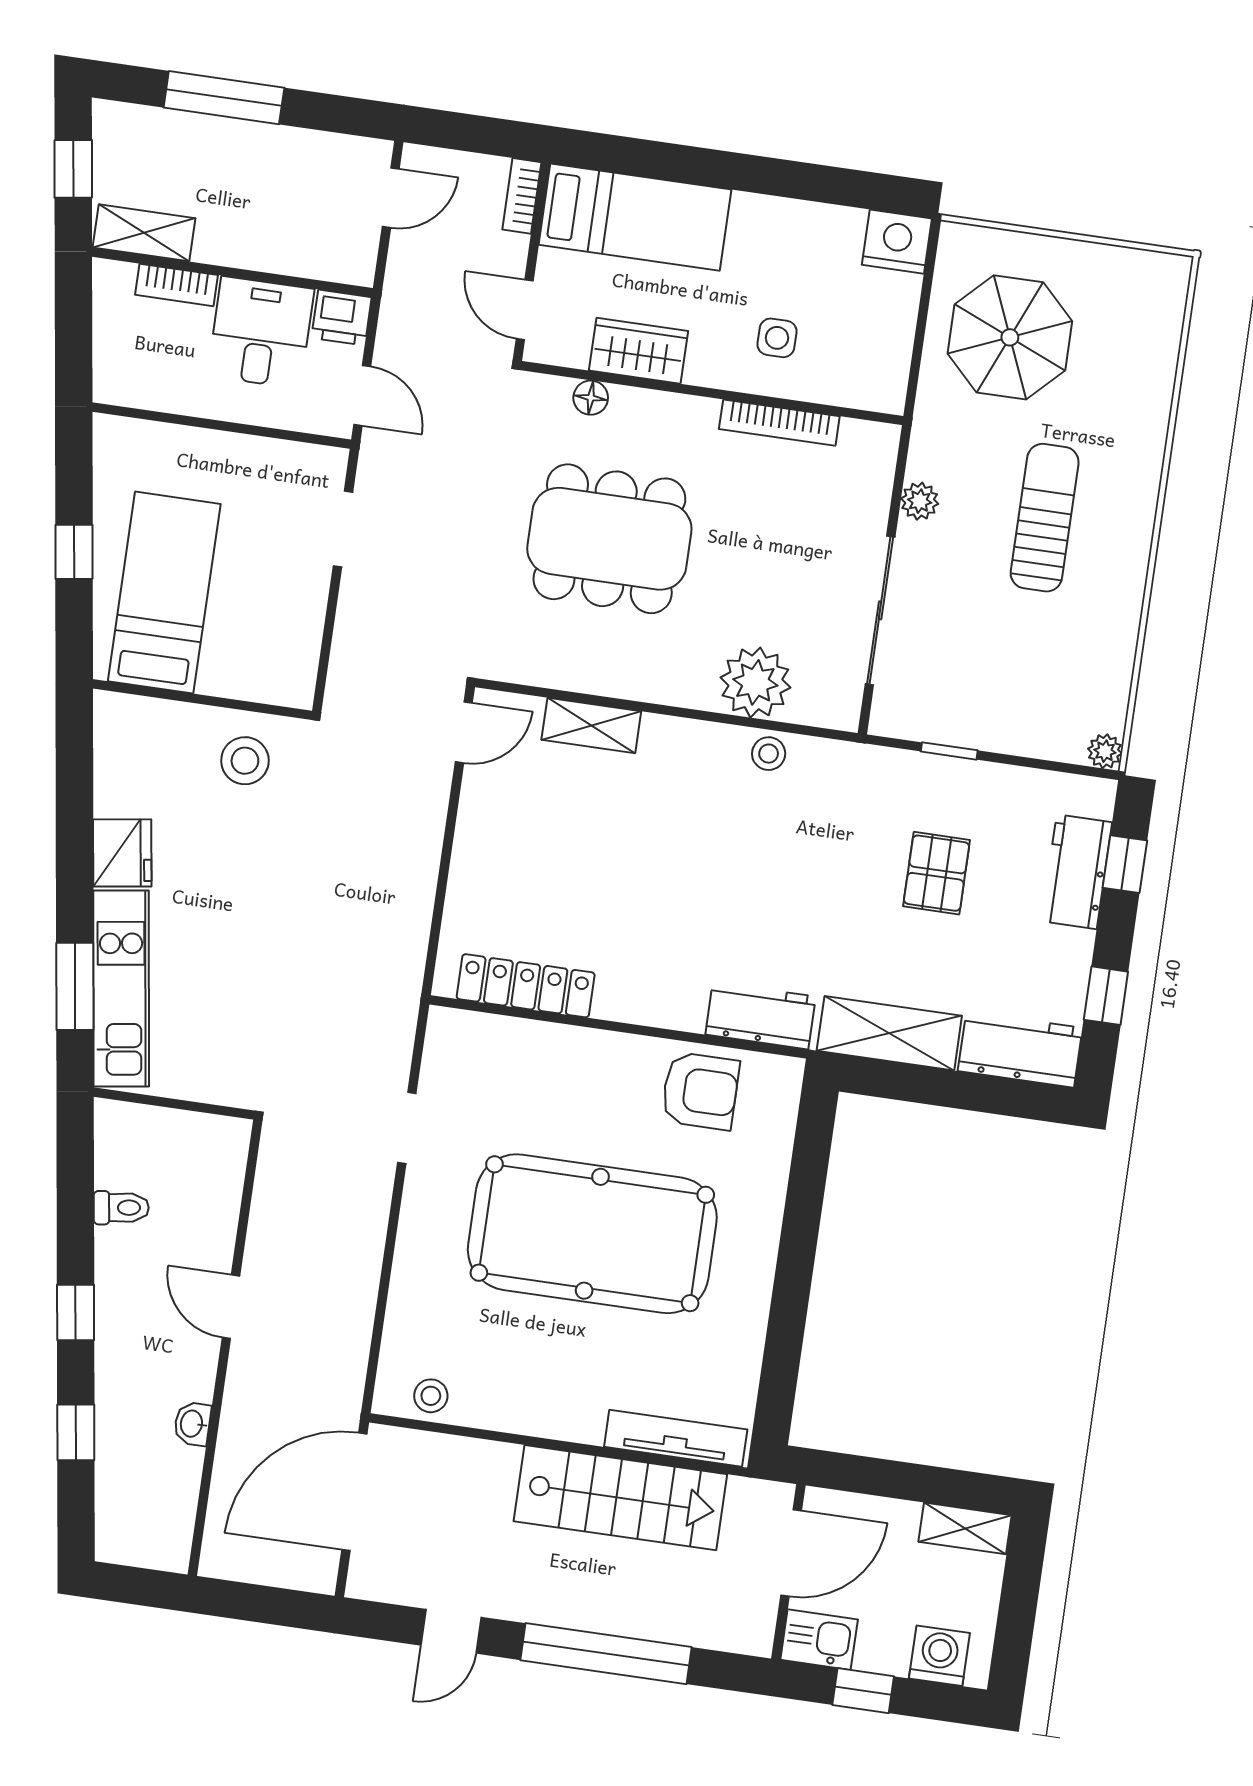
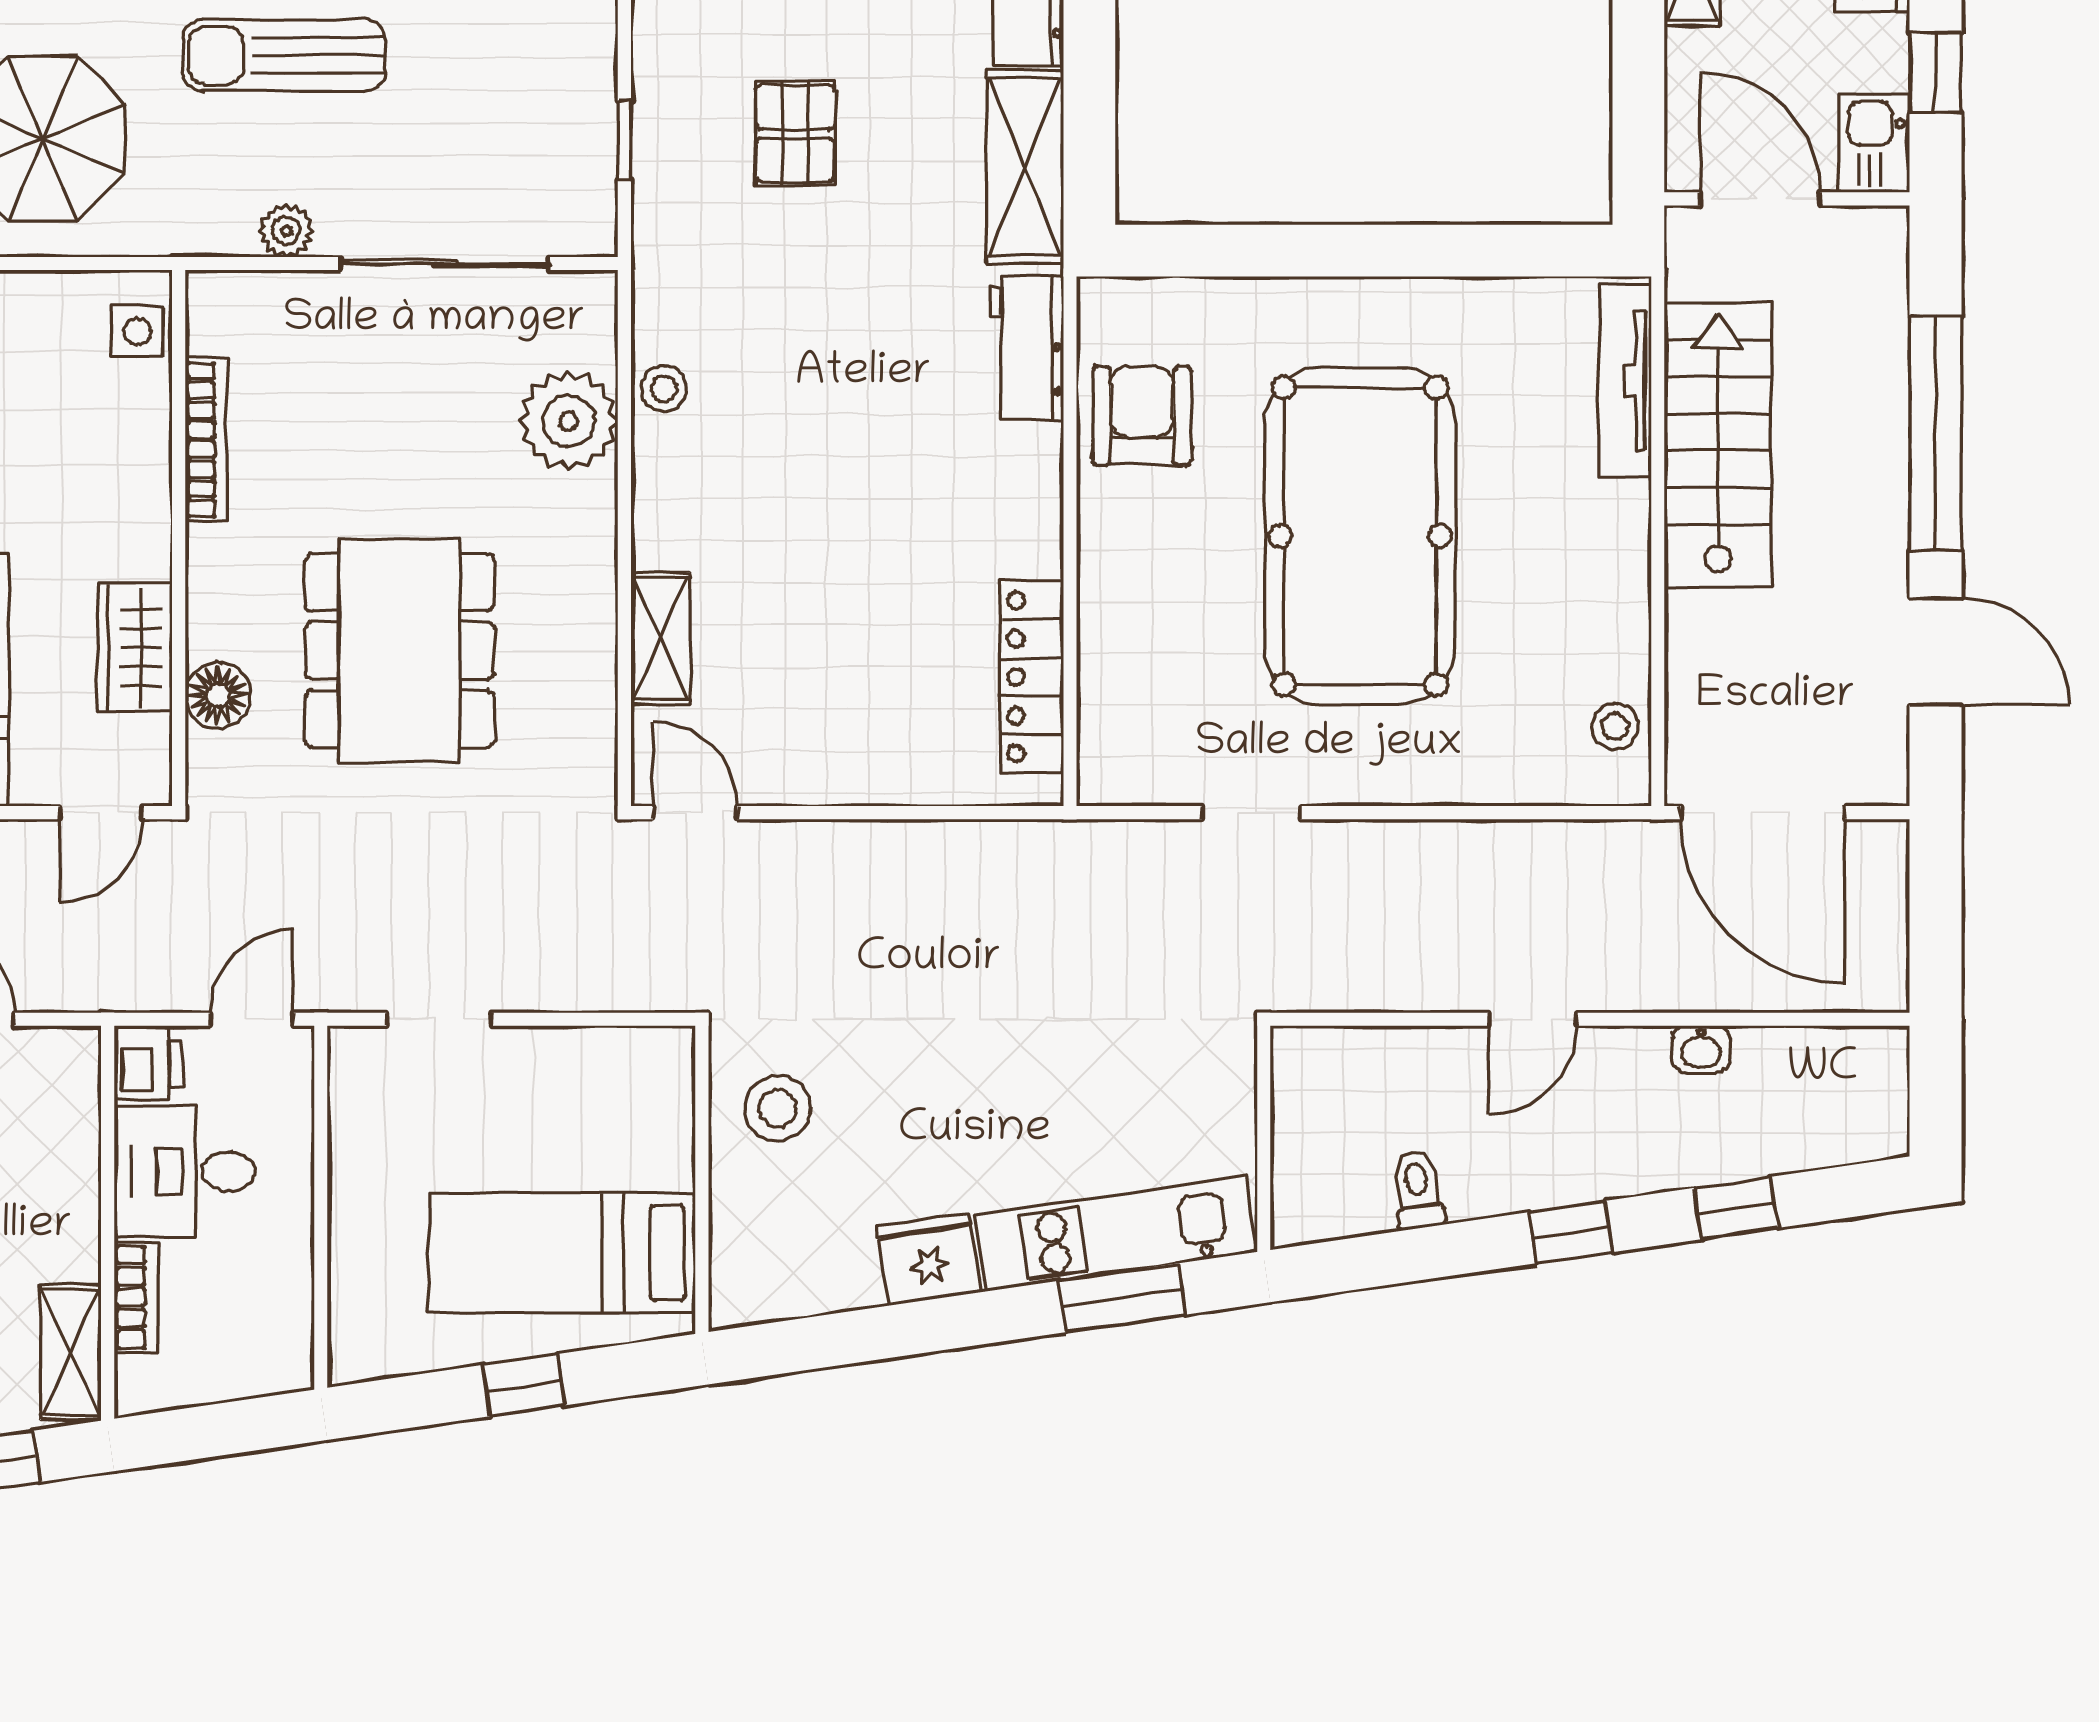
side table: (777, 338) -> (137, 331), moved
floor lamp: (591, 398) -> (218, 695), width x1.37, depth x1.37
pallet: (937, 873) -> (795, 134), turned 90
door: (451, 1631) -> (1936, 652), width x1.38

